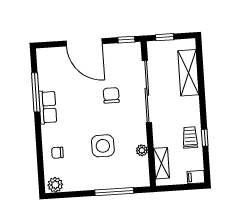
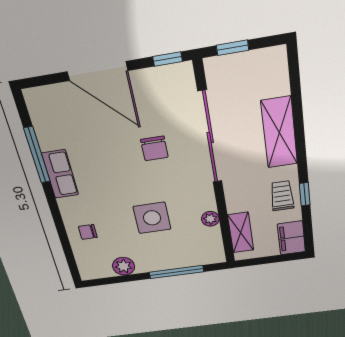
shelving: (188, 73) -> (279, 133), moved
chair: (111, 95) -> (154, 148), turned 180
filing cabinet: (196, 177) -> (291, 238), width x2.00
plant: (55, 185) -> (124, 266), moved

